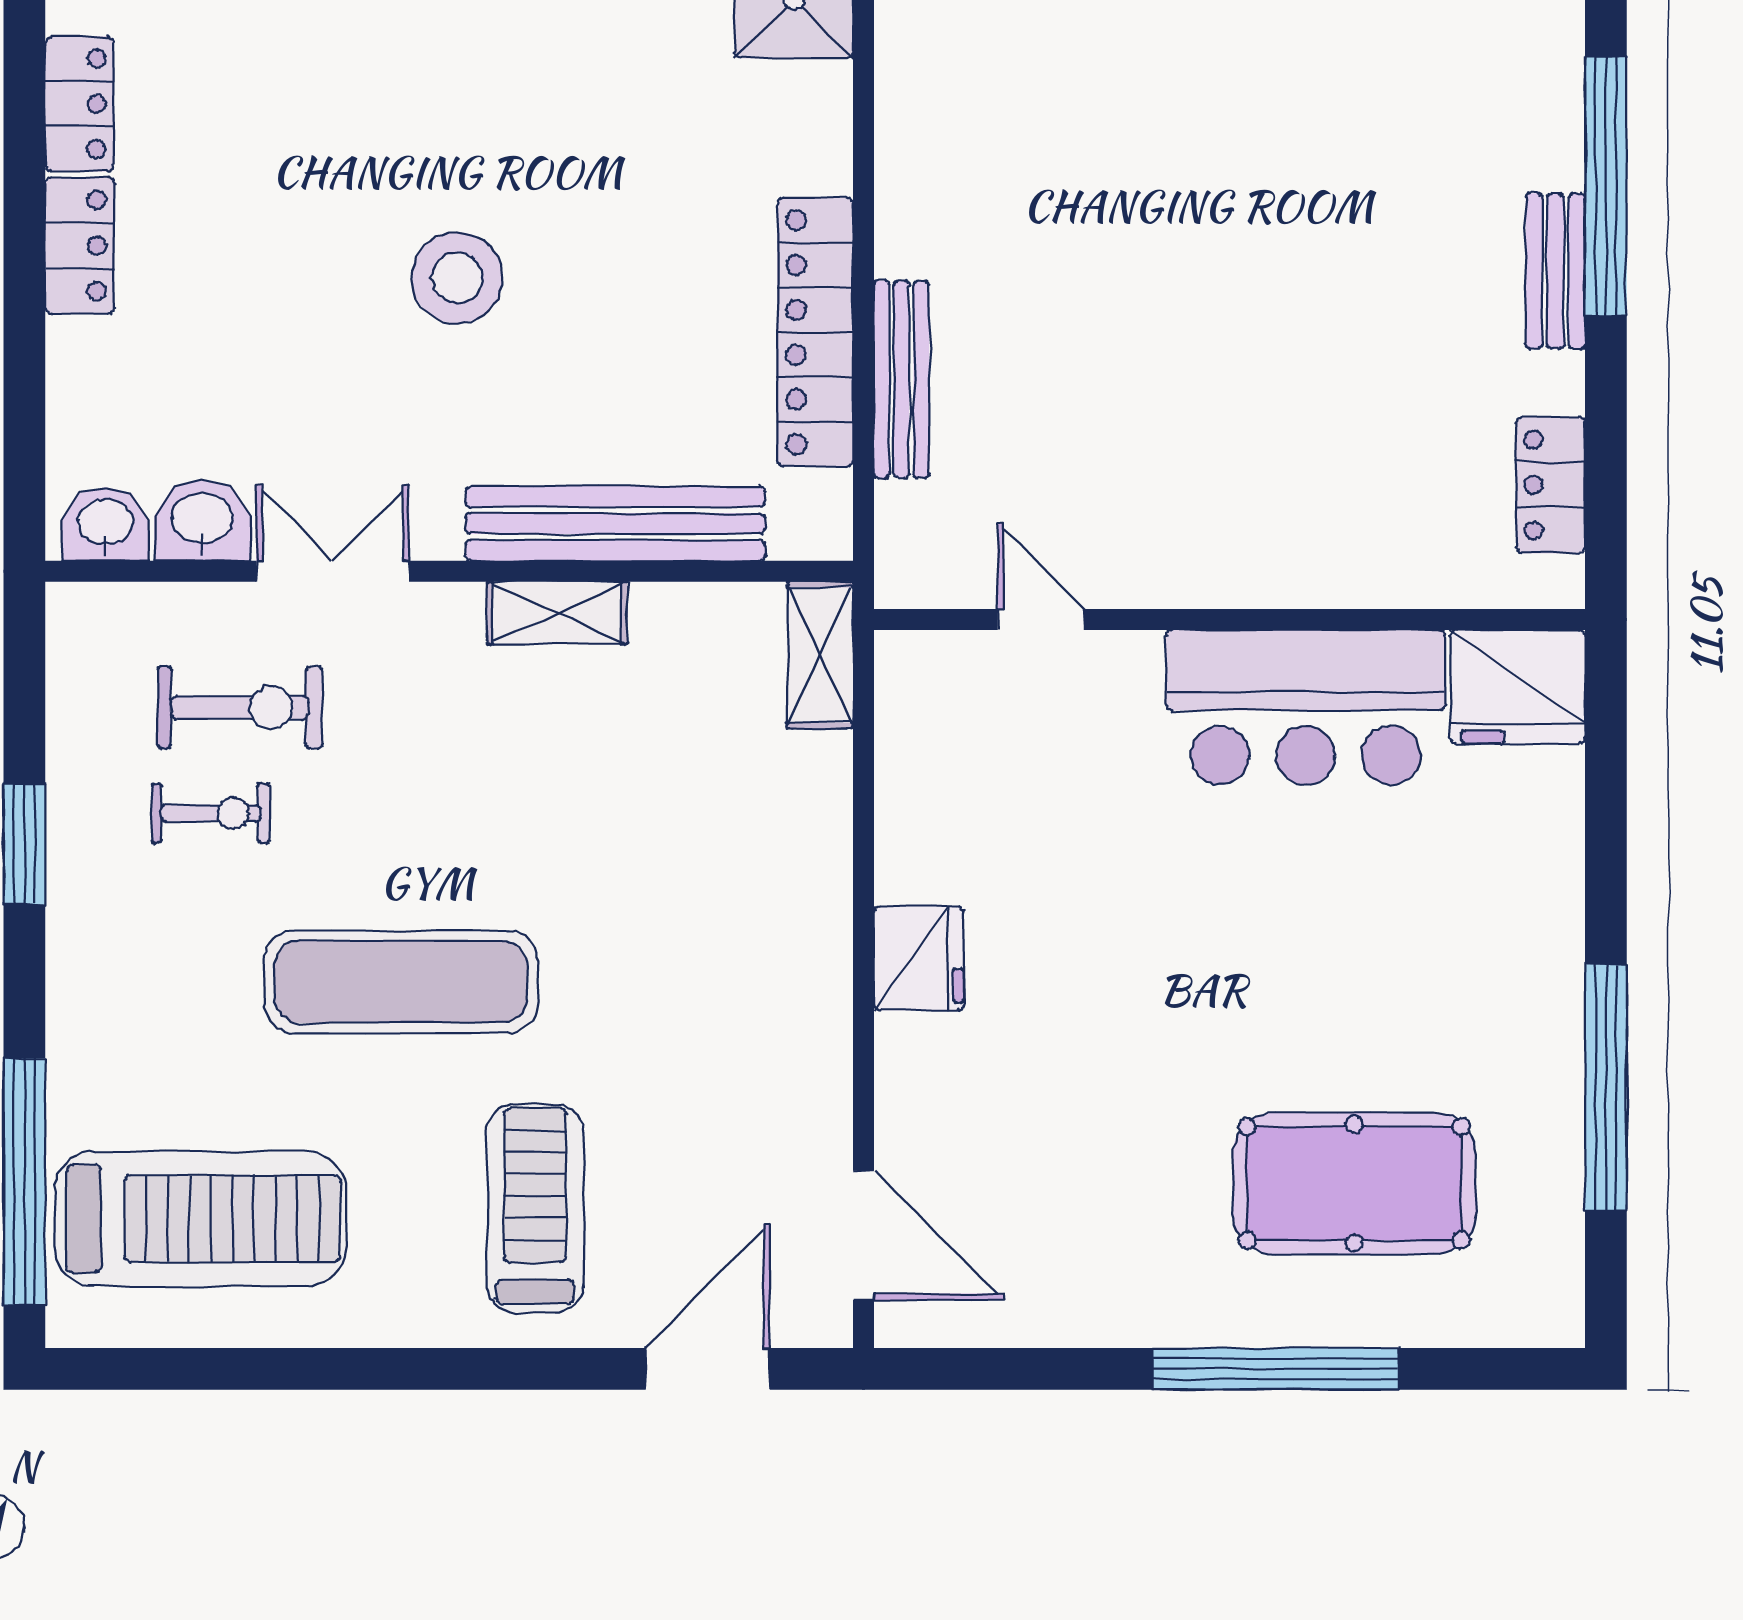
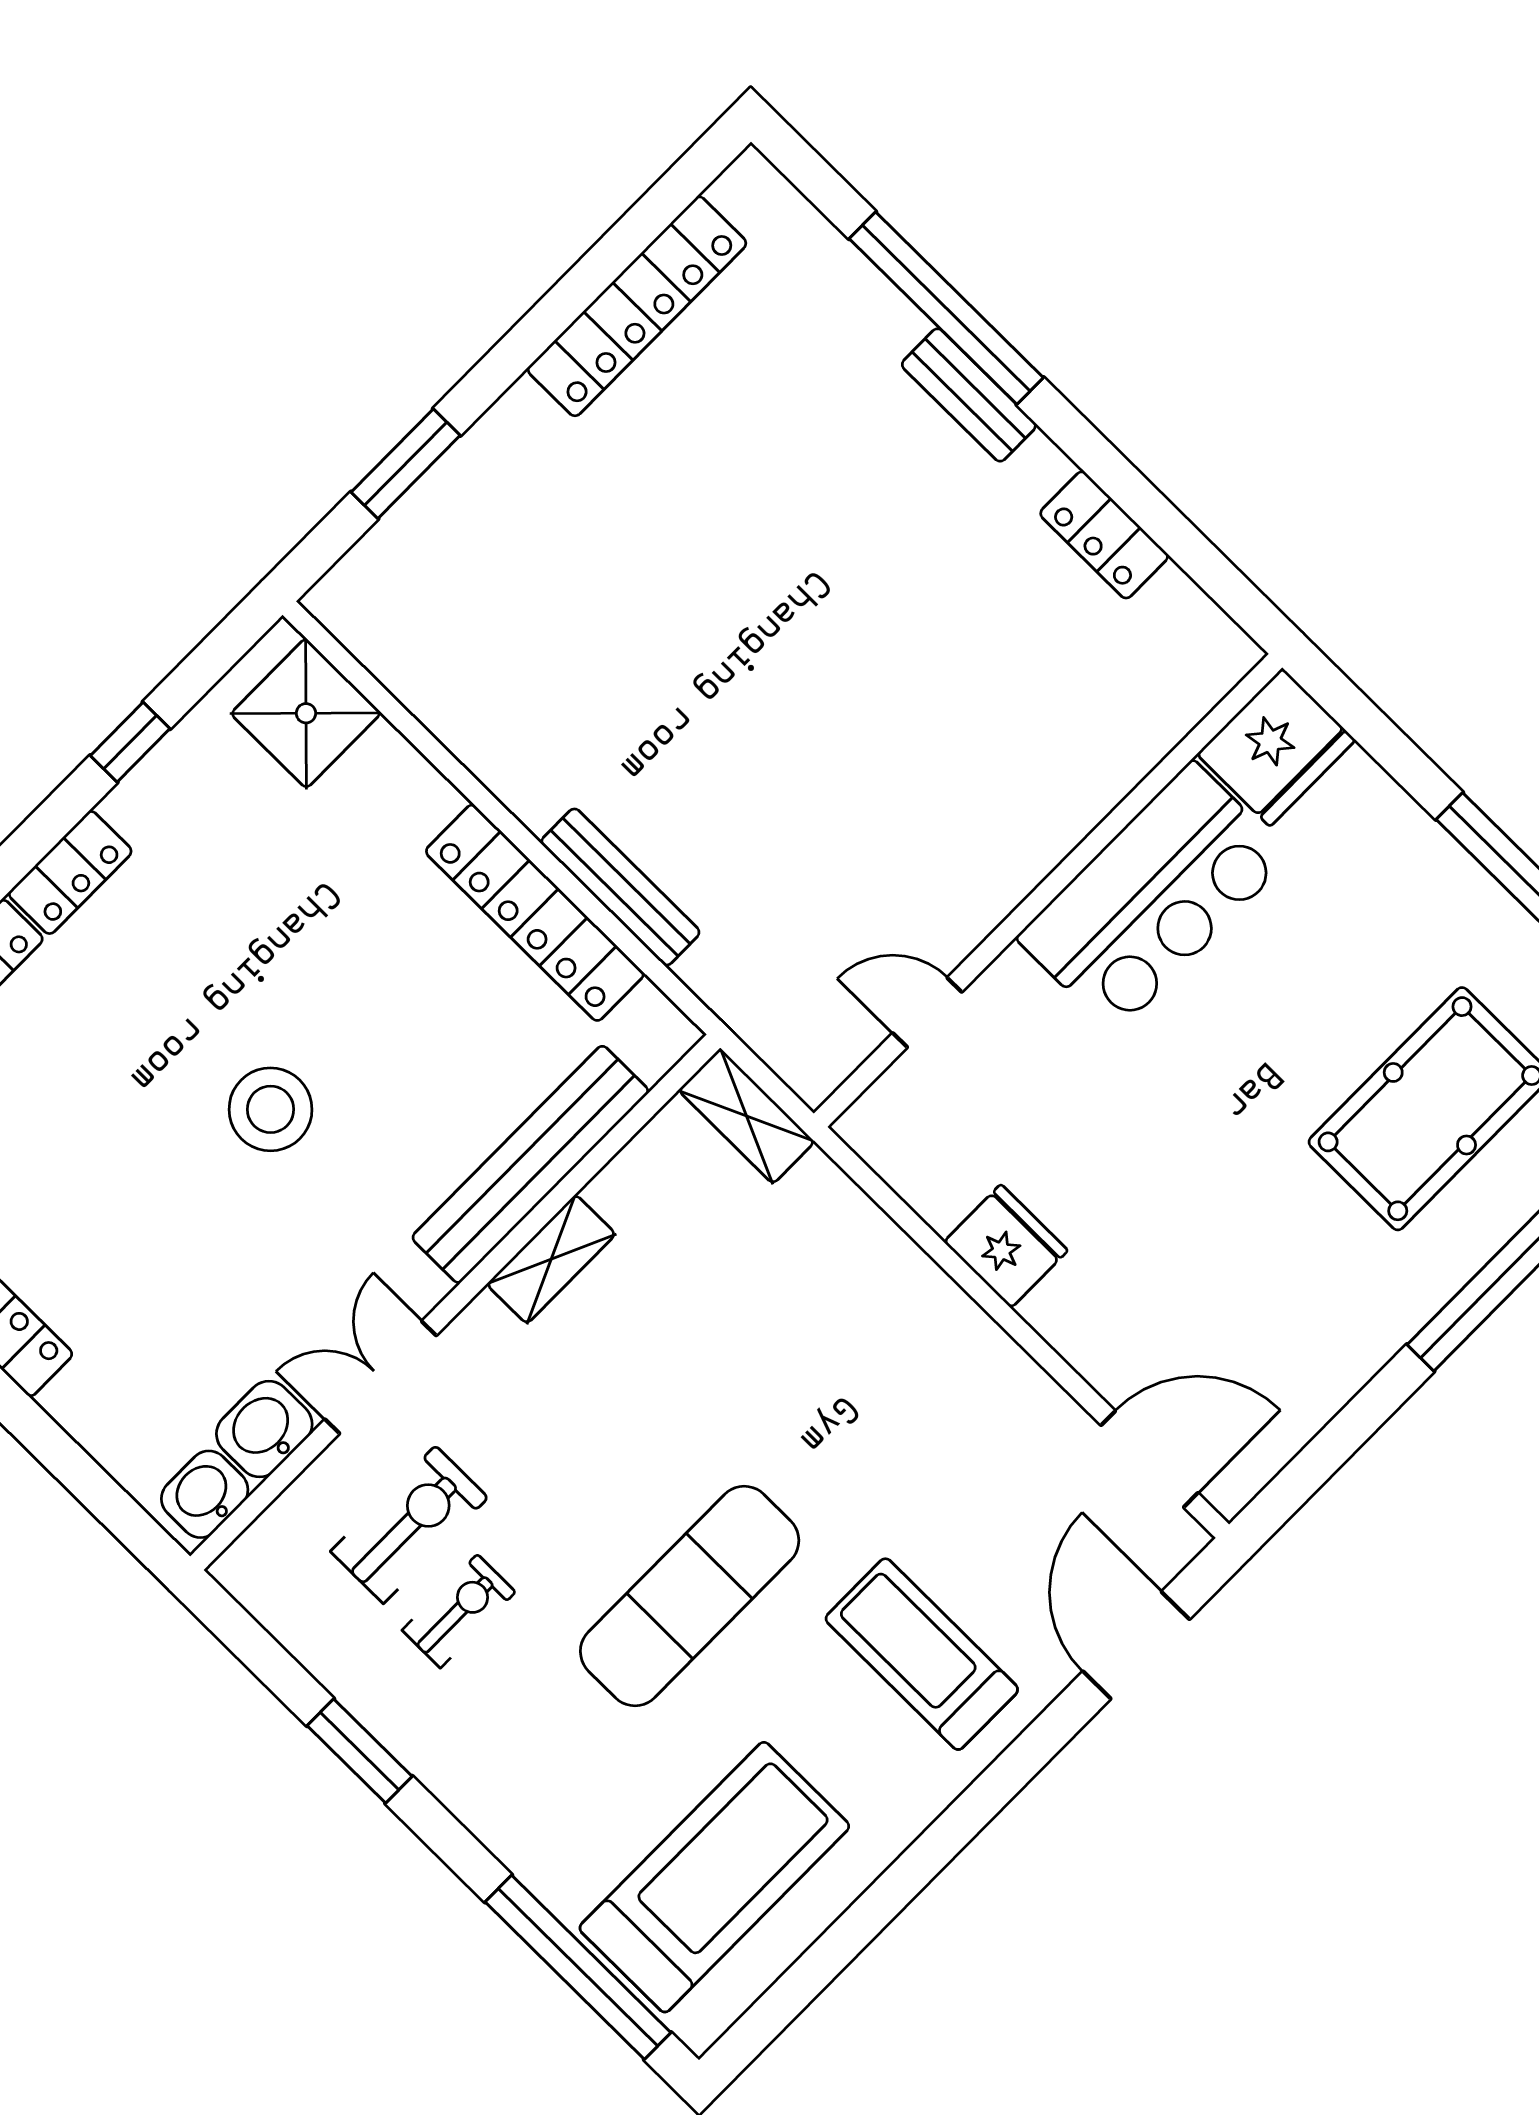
door: (1041, 620) -> (927, 1012), moved
wall: (1230, 620) -> (1048, 890), moved
fridge: (1518, 687) -> (1276, 747), moved
bar counter: (1306, 707) -> (1153, 897), moved

